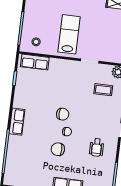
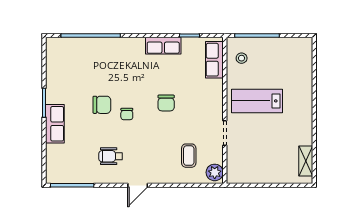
lab bench: (69, 34) -> (257, 101), turned 180
chair: (63, 114) -> (166, 103), moved
row of seats: (17, 122) -> (163, 46), moved
chair: (58, 149) -> (102, 105), turned 90

